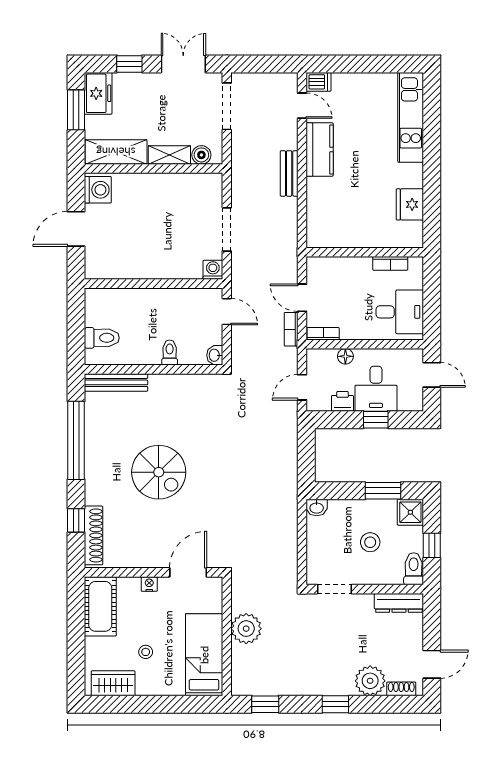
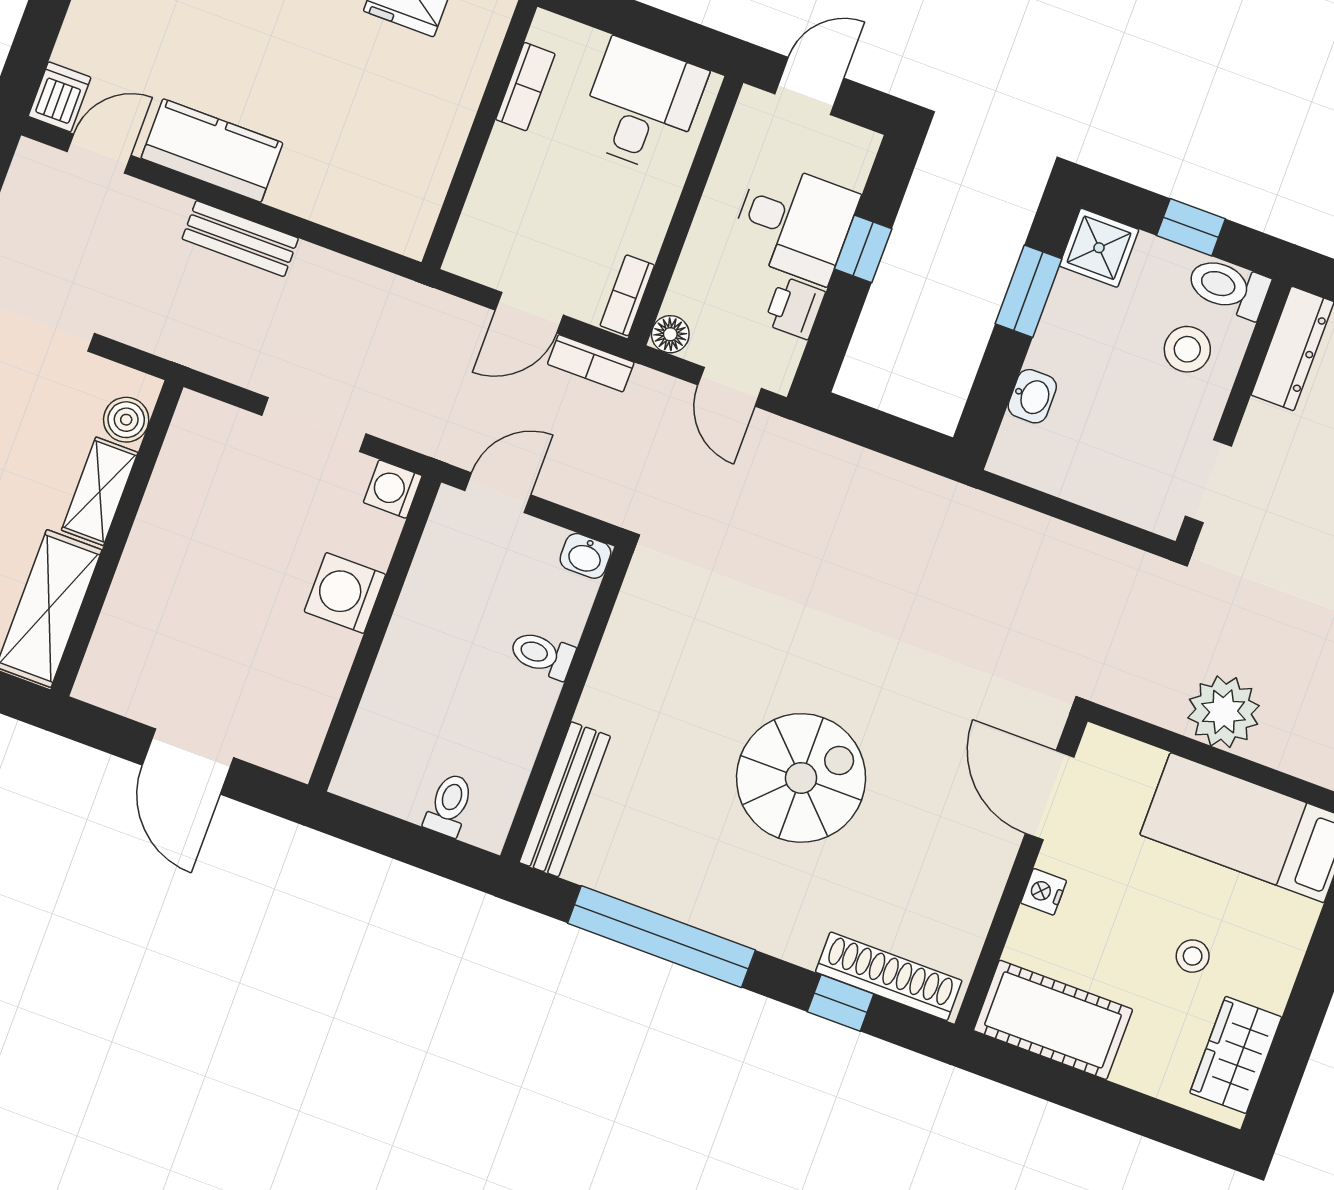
washing machine: (98, 190) -> (345, 593), moved, turned -90
toilet: (102, 338) -> (449, 805), width x0.73, depth x0.72
floor lamp: (345, 356) -> (670, 334), moved
washbasin: (317, 508) -> (1032, 396), moved
stool: (370, 542) -> (1187, 349), moved

